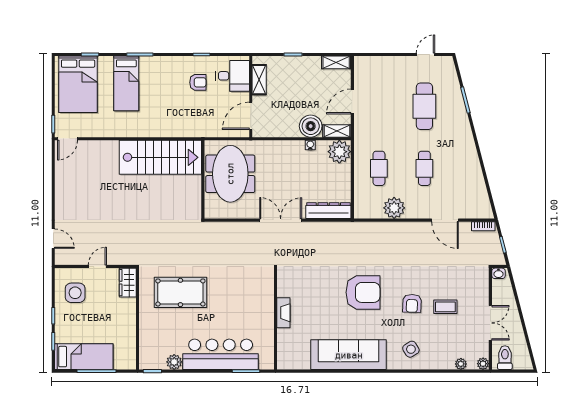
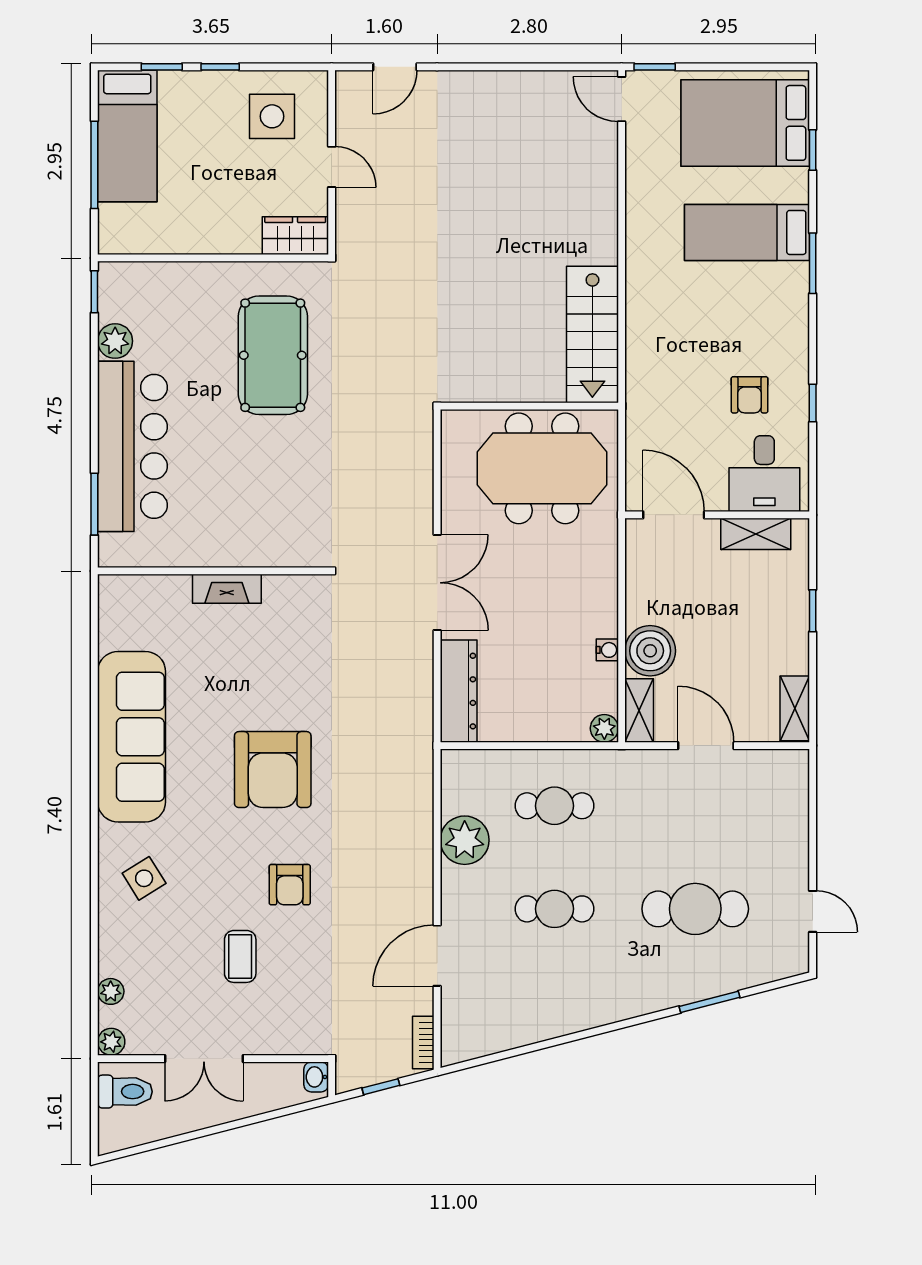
plant: (339, 152) -> (604, 728), width x0.53, depth x0.53
stairs: (160, 157) -> (592, 335), width x0.73, depth x0.66
armchair: (412, 303) -> (290, 885), moved, turned -92

